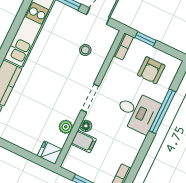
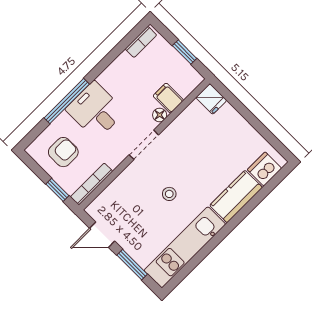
bookcase: (123, 46) -> (92, 184), width x1.56
stool: (85, 50) -> (169, 194), moved
plant: (66, 127) -> (183, 122), removed

